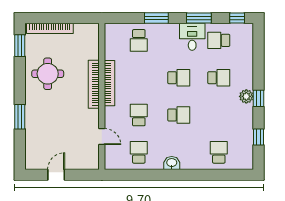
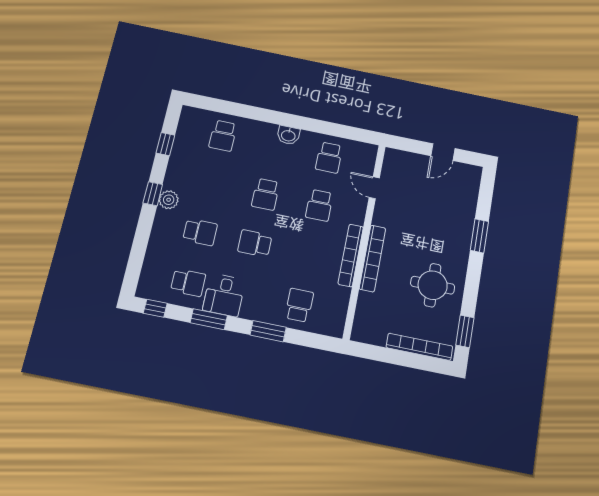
school desk: (219, 78) -> (200, 232), turned 180
school desk: (179, 115) -> (266, 194), turned -90

